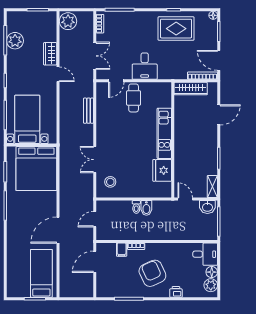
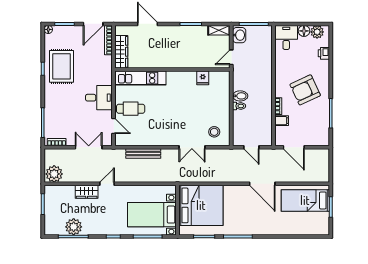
bench: (89, 111) -> (143, 154), width x1.36
kitchen unit: (164, 133) -> (141, 78), moved
fridge: (162, 170) -> (203, 78), width x0.53, depth x0.75
printer: (176, 292) -> (324, 53), moved

